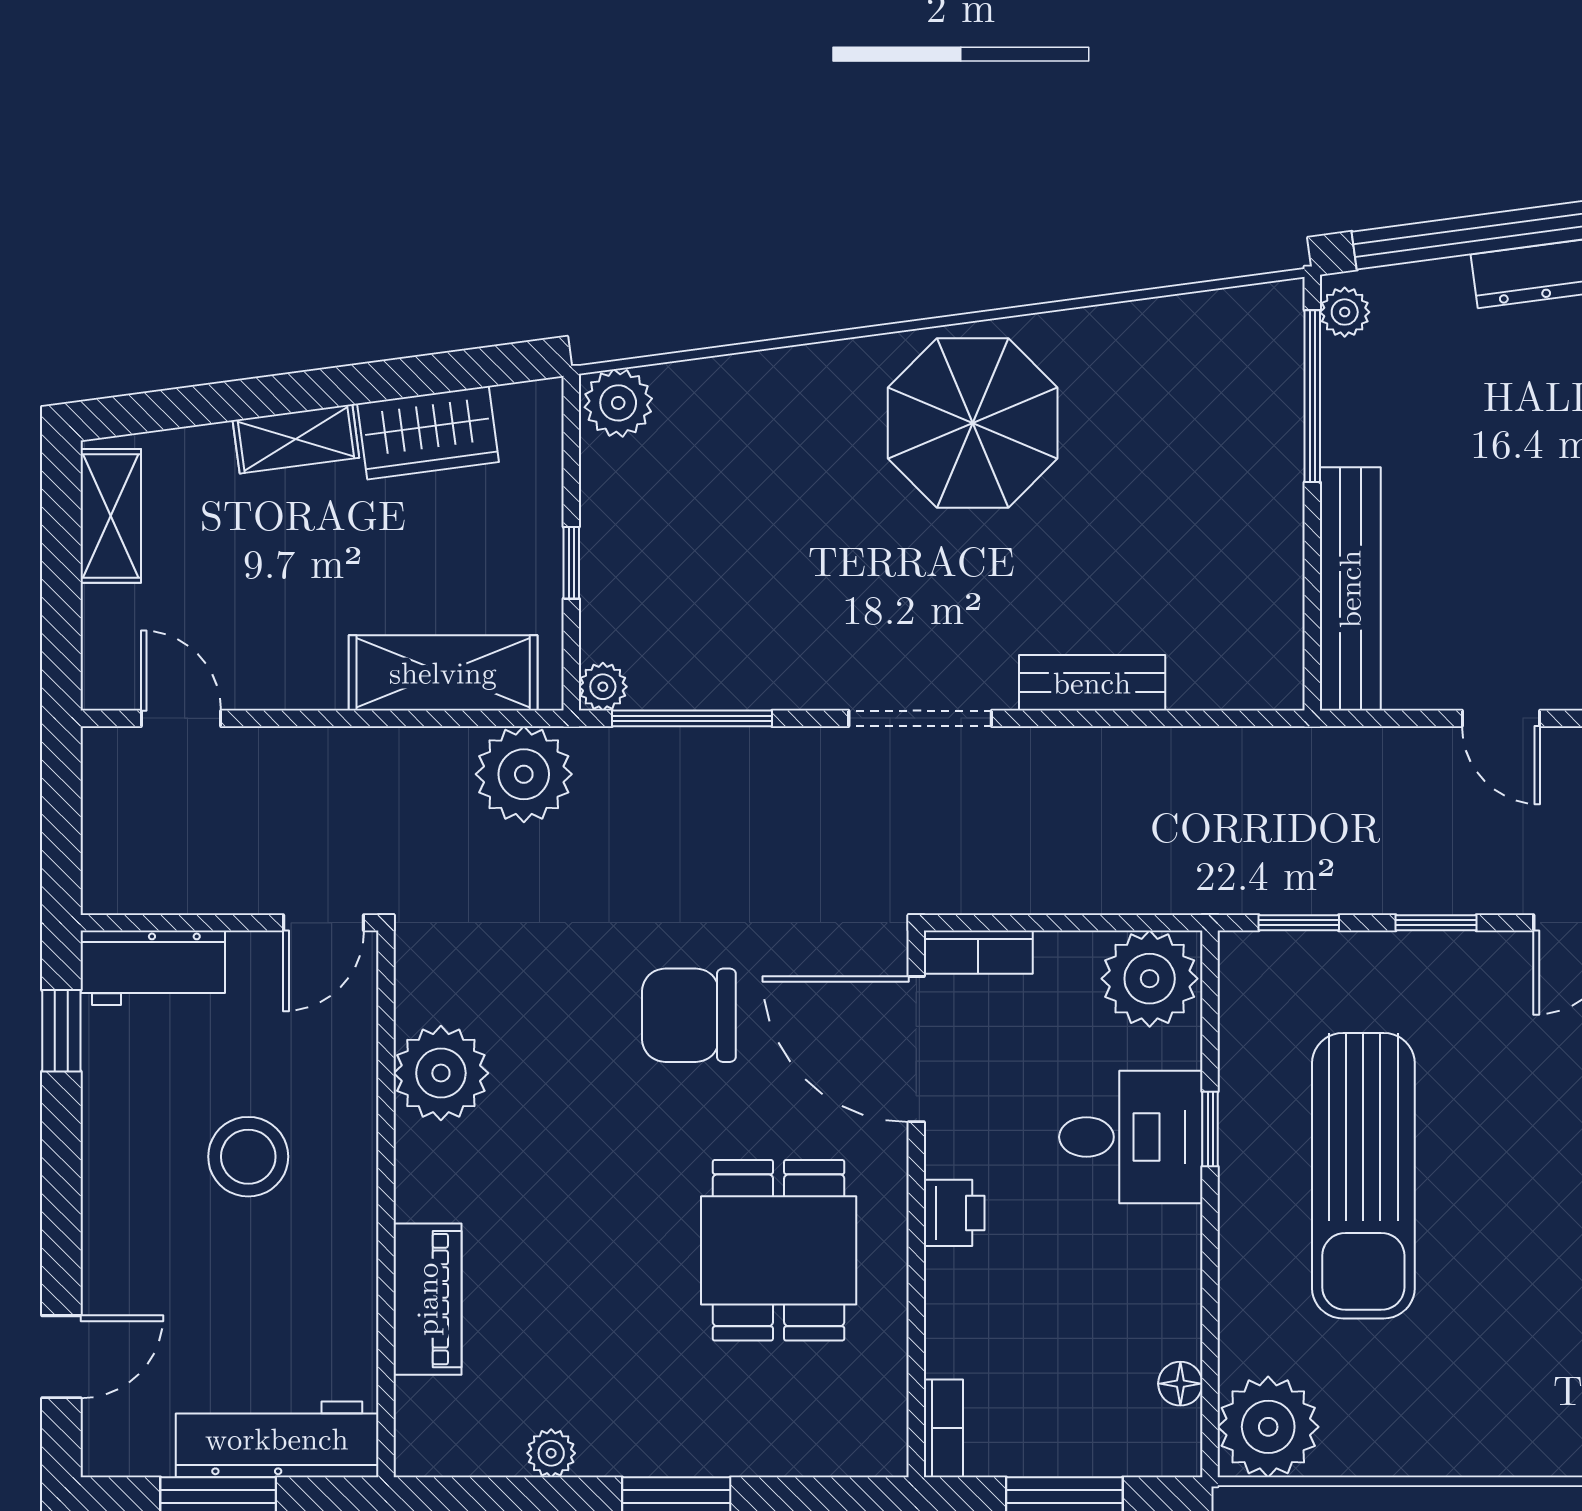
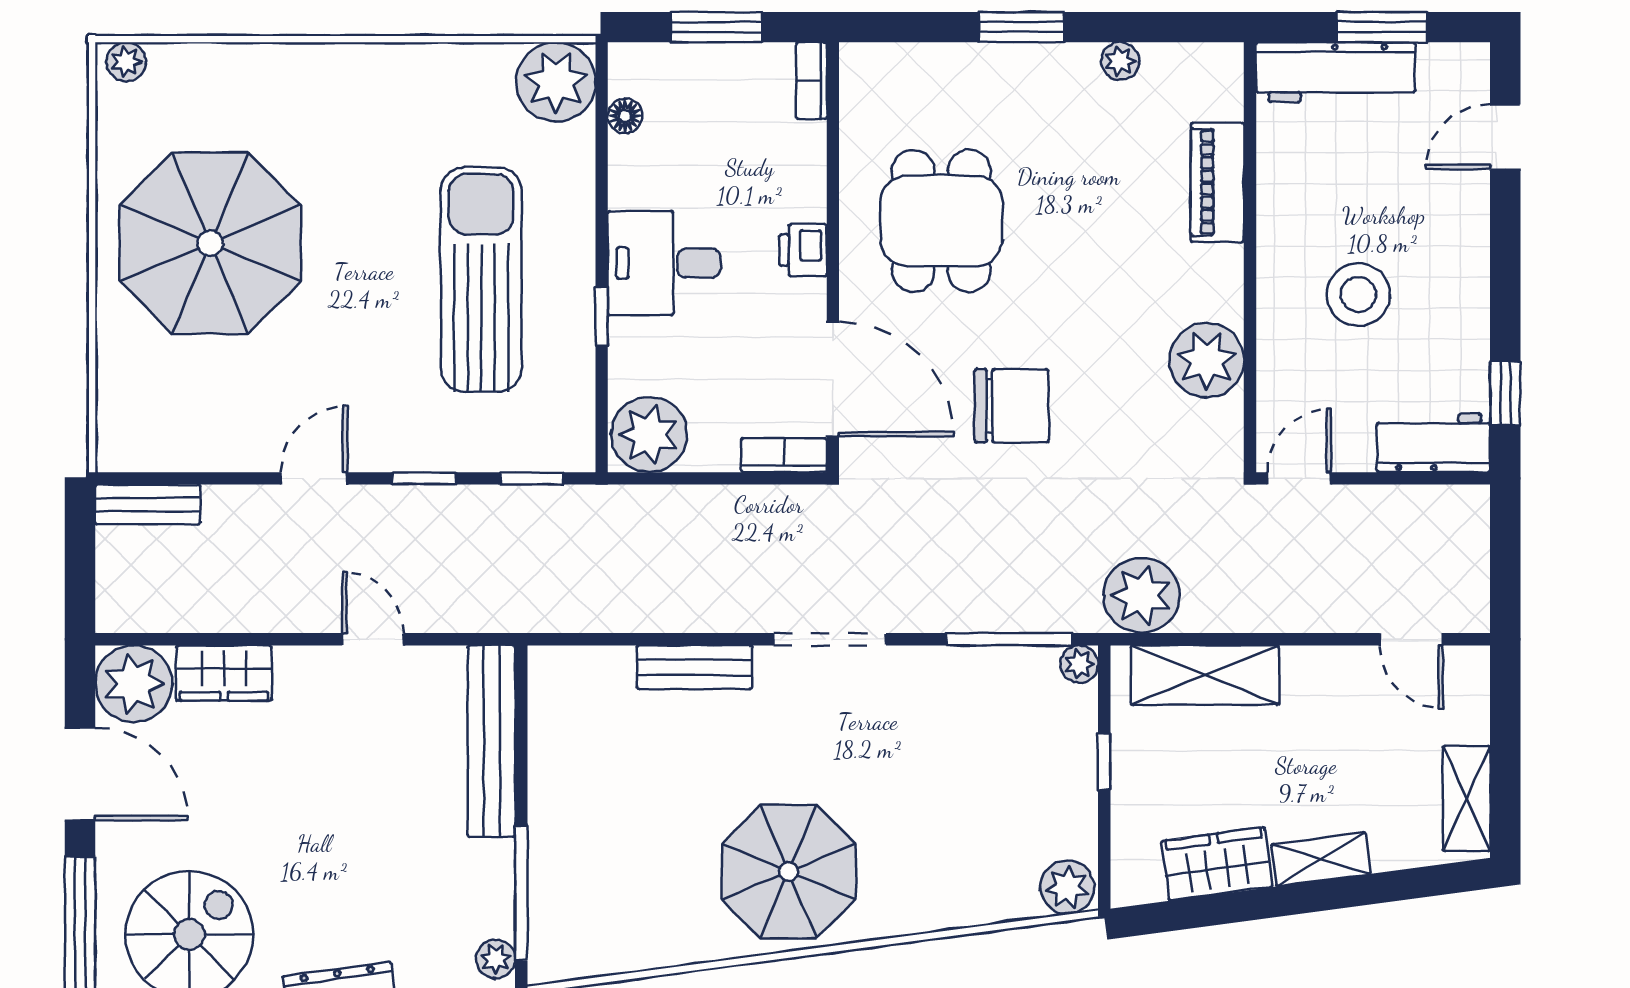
desk: (1131, 1137) -> (664, 263), moved

